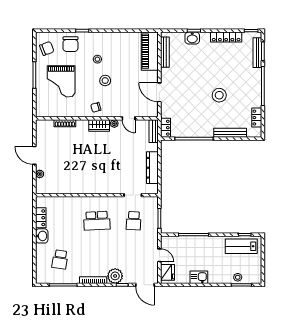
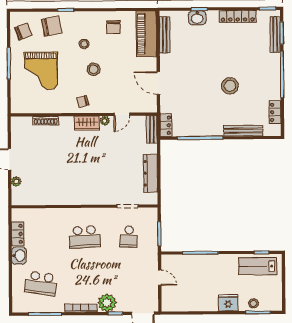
chair: (70, 44) -> (52, 26), turned -101
chair: (122, 45) -> (114, 27), added
door: (129, 118) -> (122, 114), hinge flipped
school desk: (60, 259) -> (41, 283), width x1.85
fridge: (167, 272) -> (228, 303), moved, turned -90
kitchen sink: (199, 277) -> (207, 304), removed

